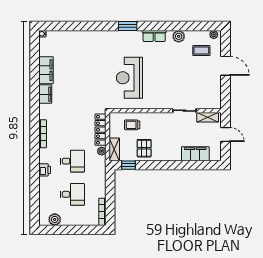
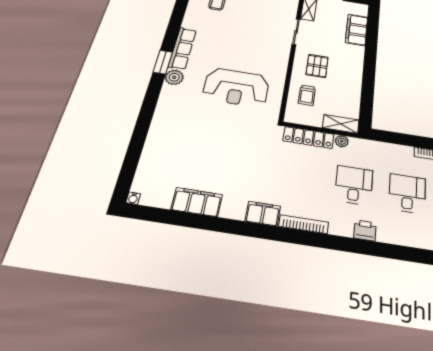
window: (128, 26) -> (163, 62), moved
row of seats: (154, 36) -> (182, 48), width x1.48
plant: (179, 36) -> (174, 77), moved
filing cabinet: (45, 94) -> (263, 214), moved
pallet: (144, 148) -> (317, 66), moved, turned 90
window: (128, 165) -> (366, 109), removed

